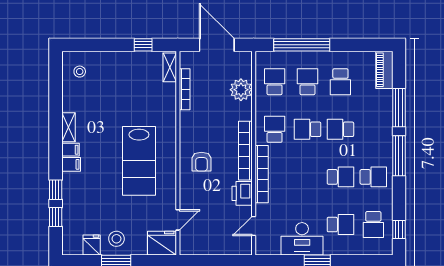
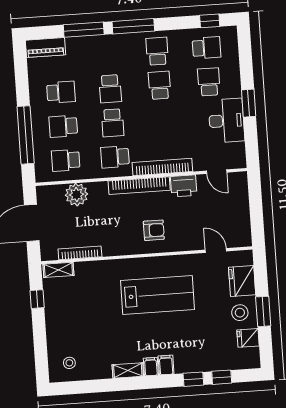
fridge: (162, 243) -> (242, 281), moved

